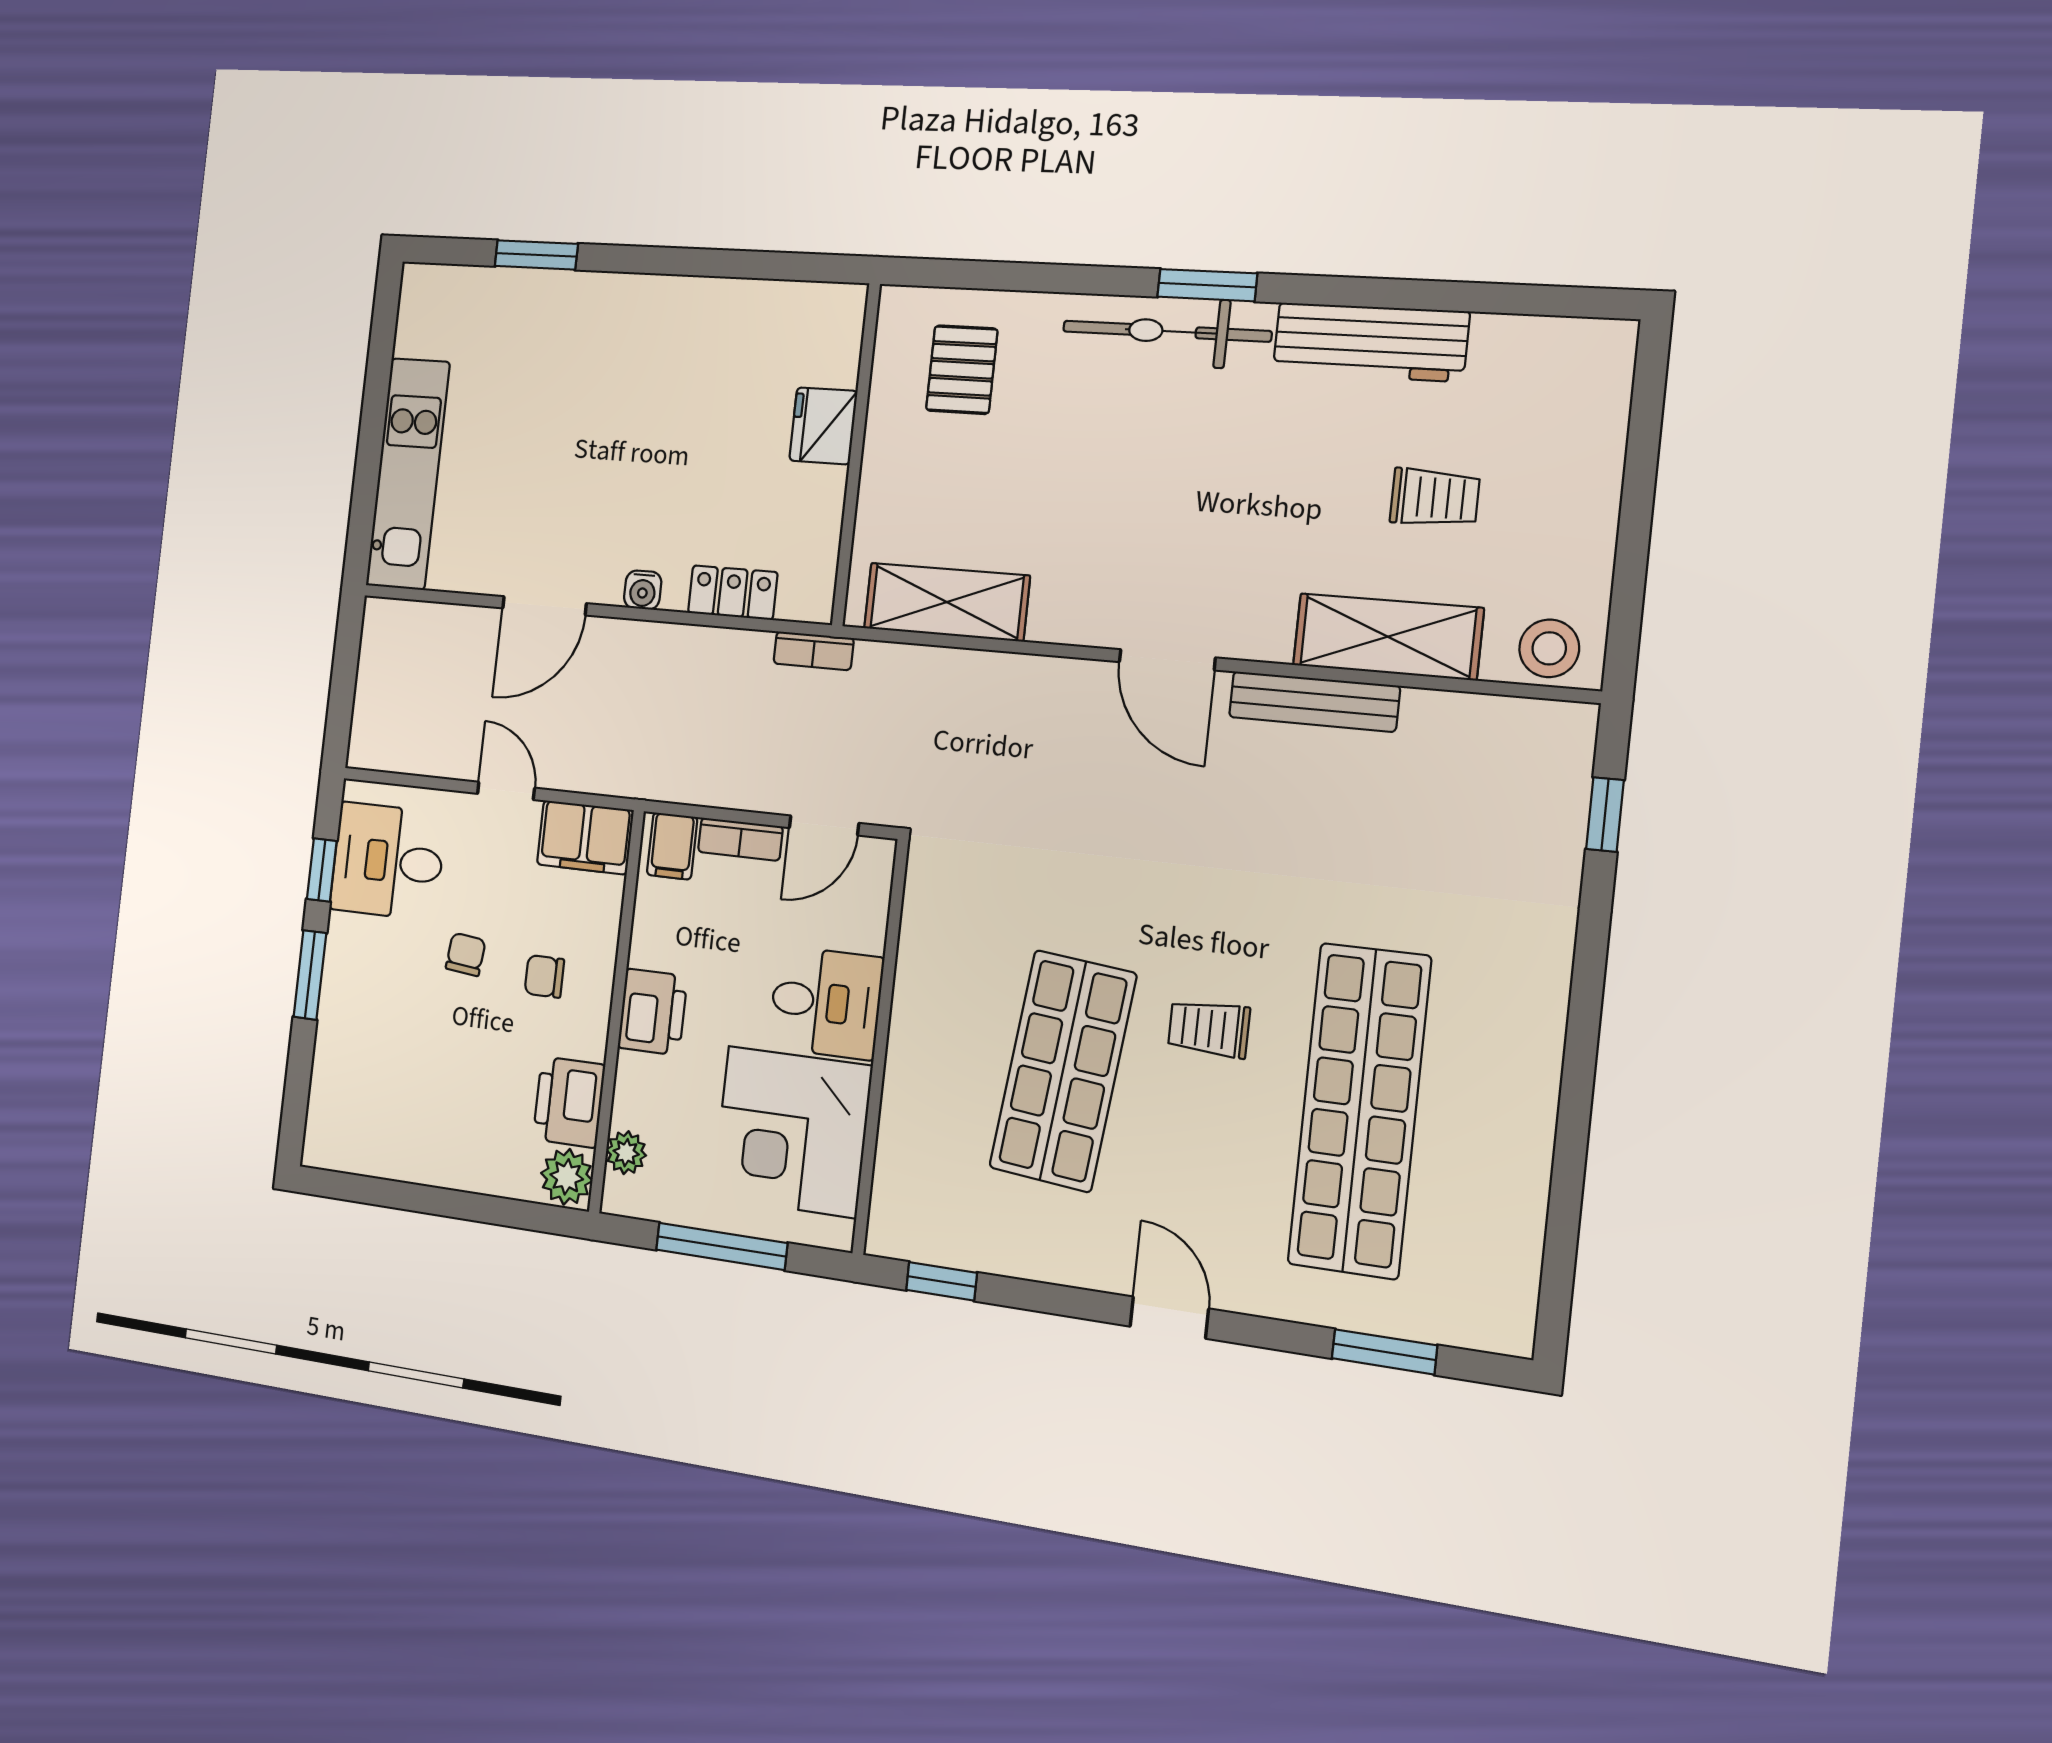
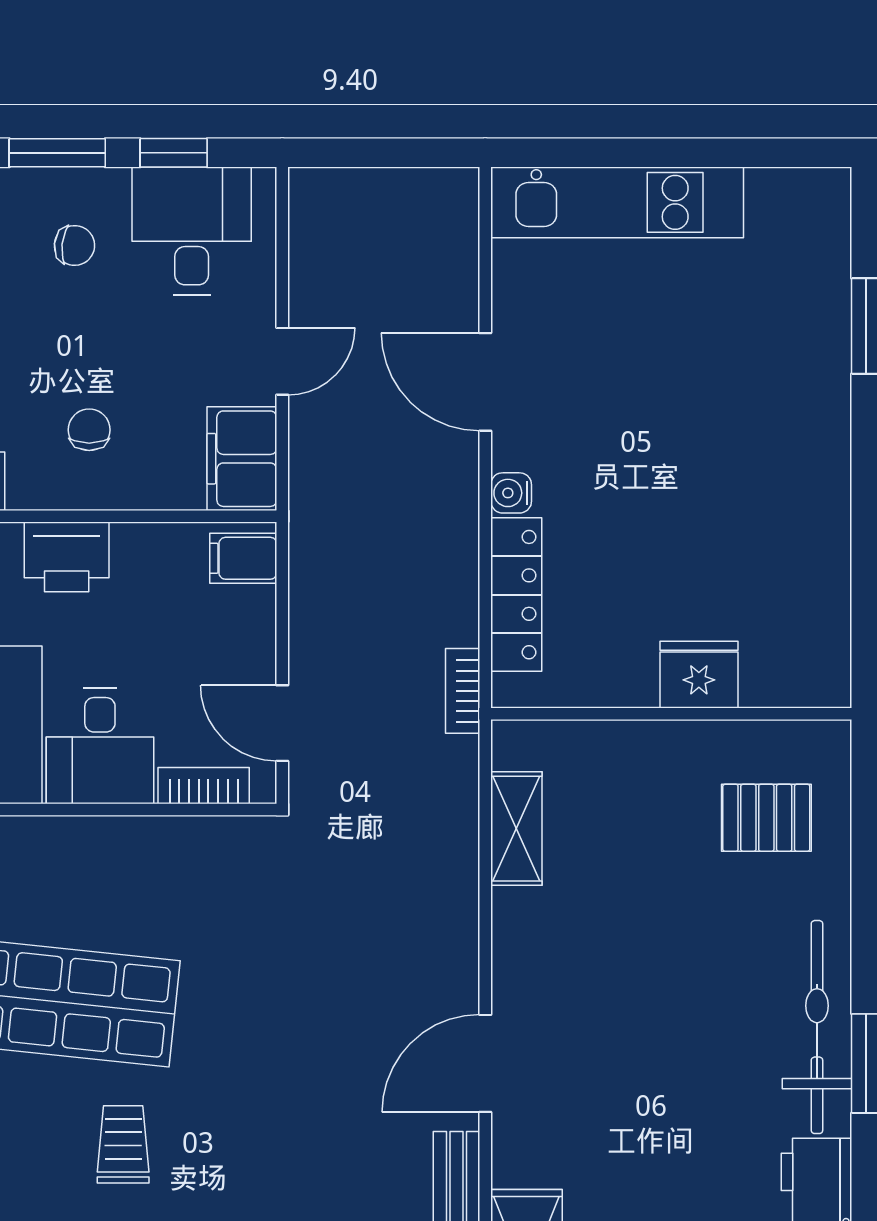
locker: (733, 593) -> (516, 595), width x1.53
shelving: (947, 602) -> (516, 829), width x0.67, depth x0.75
bookcase: (740, 839) -> (204, 786), moved, turned 90
chair: (466, 954) -> (74, 245), moved

